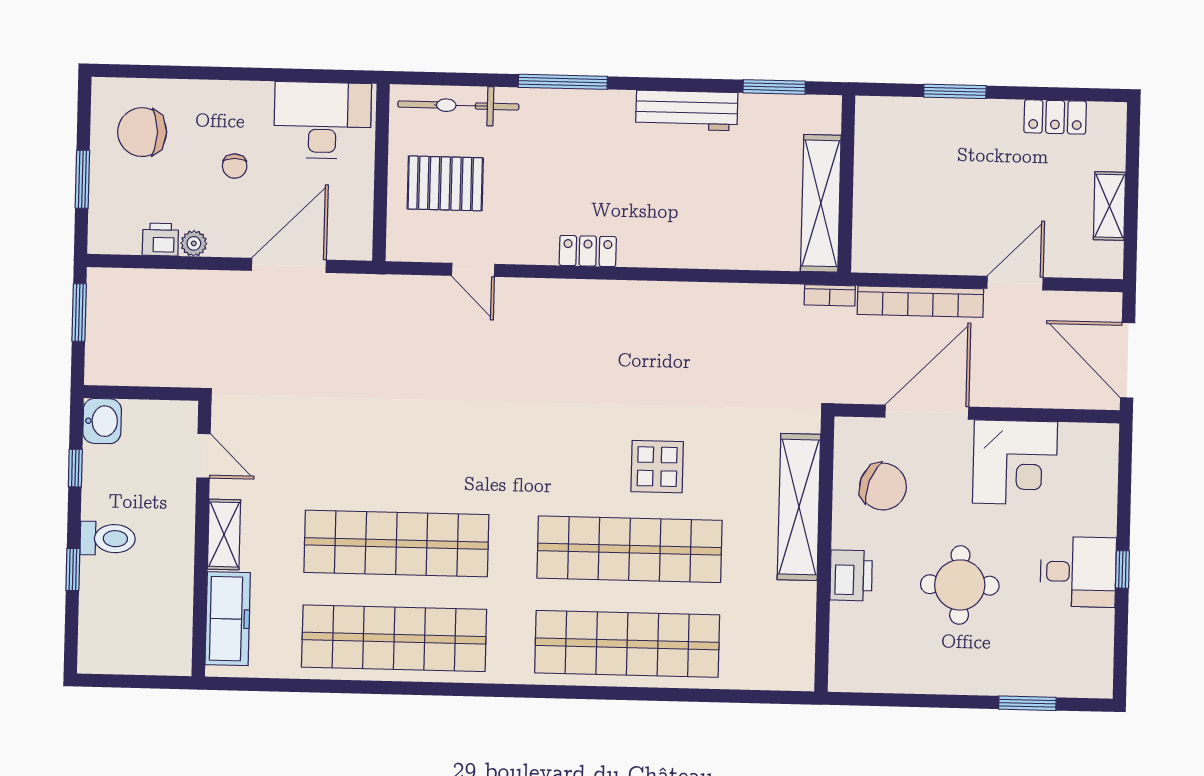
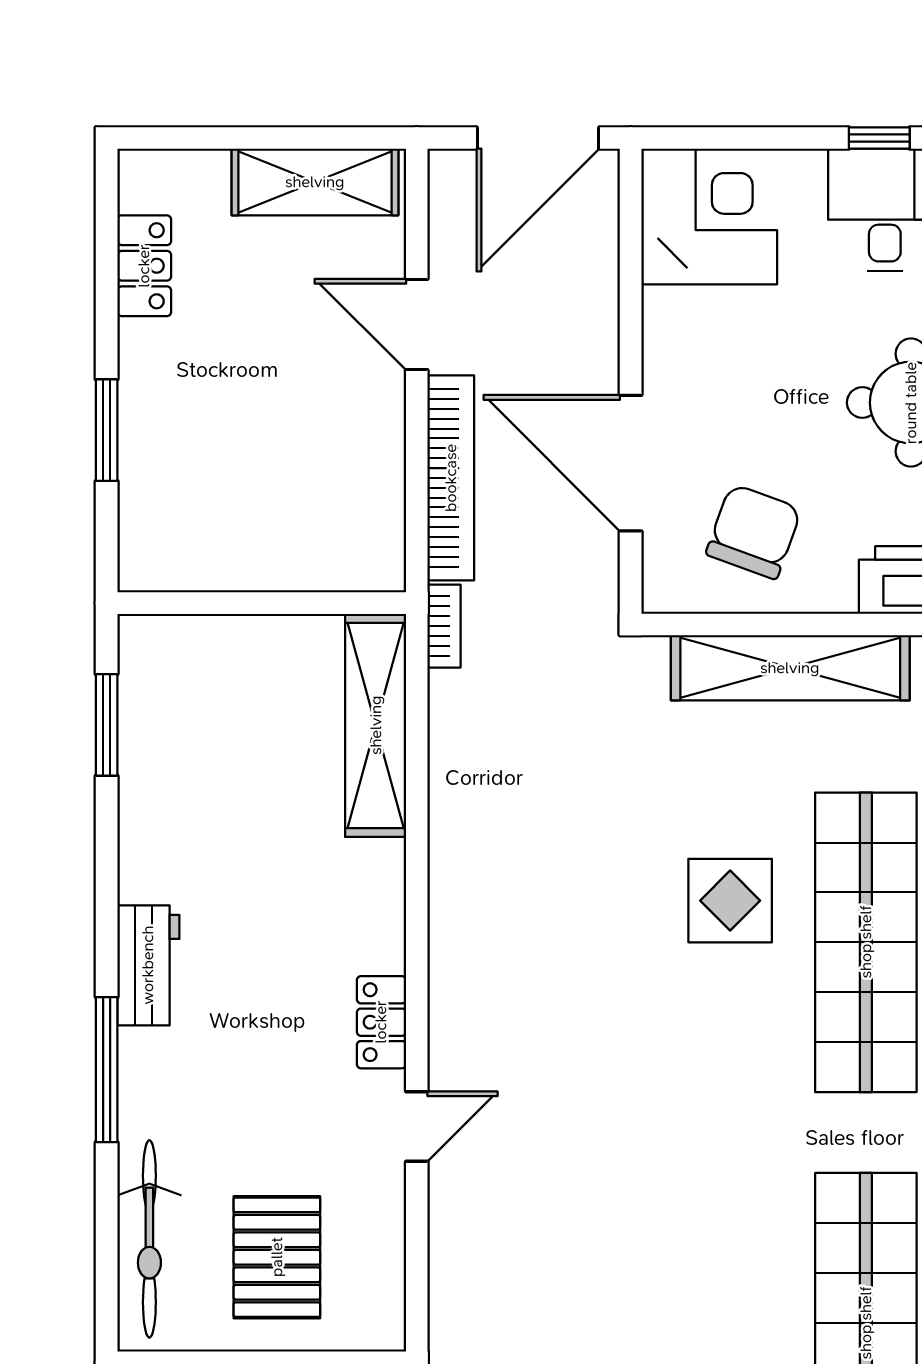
workbench: (687, 110) -> (148, 965), moved, width x0.73
shelving: (821, 203) -> (376, 725), moved, turned 90
shelving: (1109, 206) -> (315, 182), width x1.50, depth x1.33
door: (473, 270) -> (417, 1126), moved
corner desk: (1015, 462) -> (709, 217), moved

